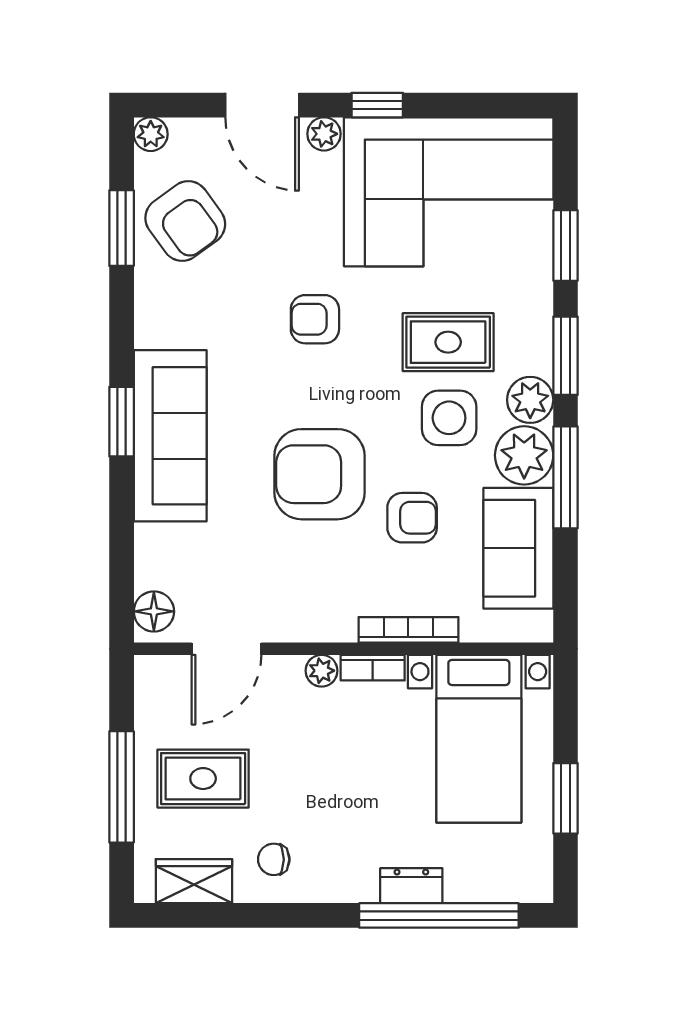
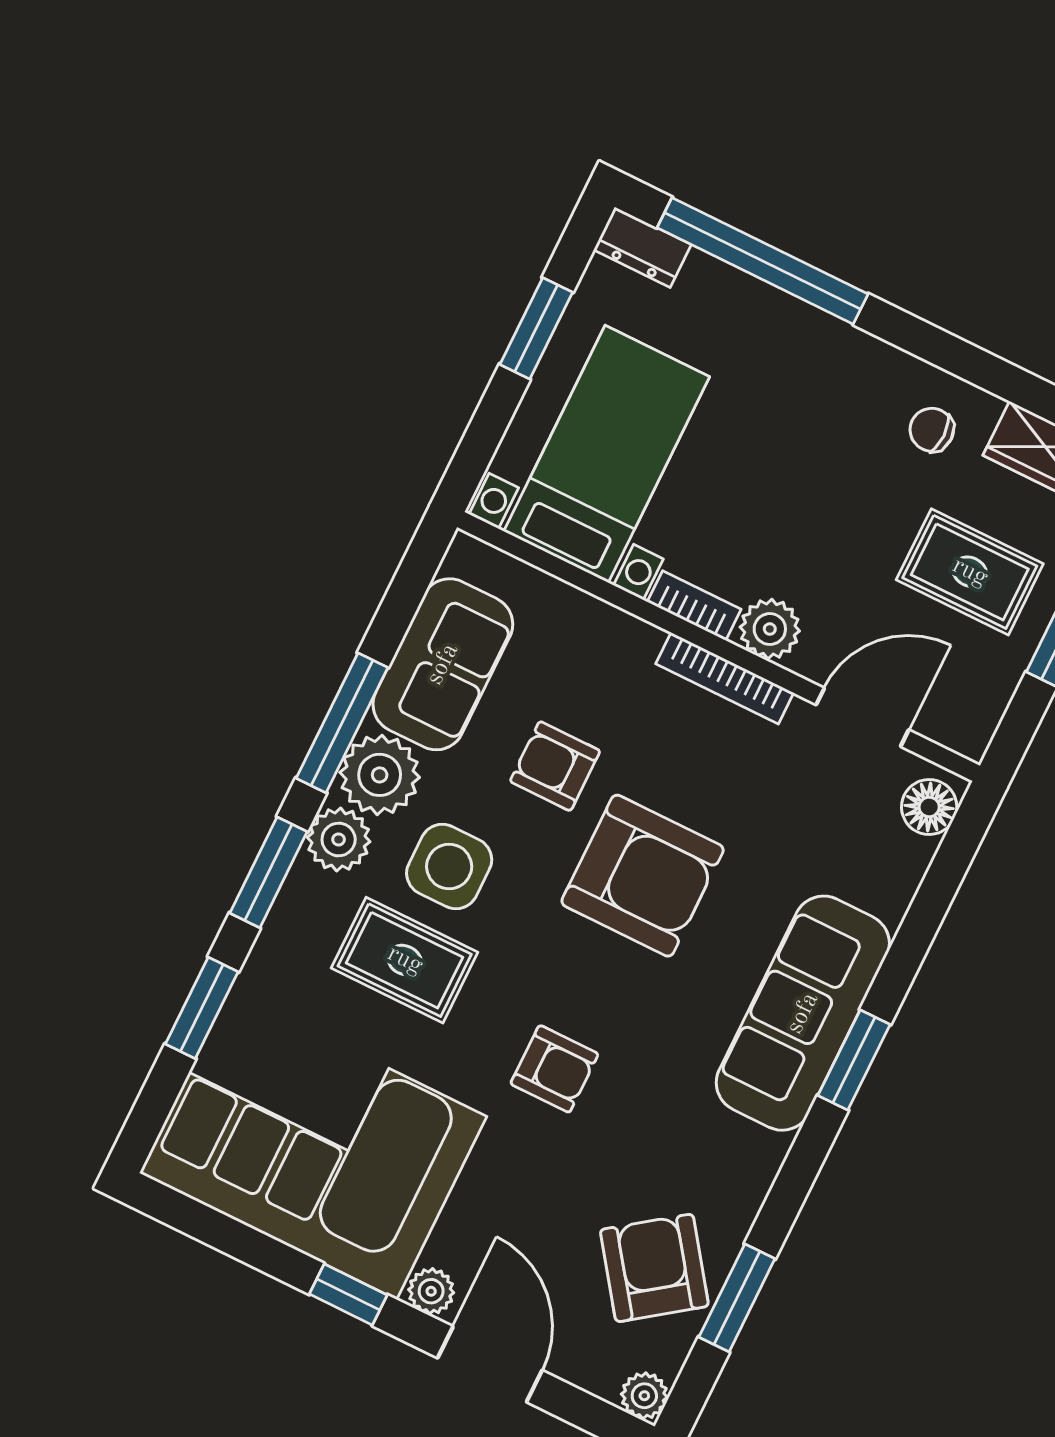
bookcase: (408, 630) -> (725, 678), moved
plant: (322, 671) -> (770, 629), width x1.38, depth x1.38
chair: (274, 859) -> (932, 430), turned 180
dresser: (411, 886) -> (642, 247), moved

